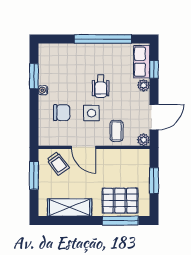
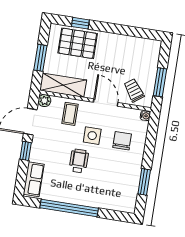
window: (154, 69) -> (26, 151), moved
plant: (144, 85) -> (36, 155), removed
water cooler: (43, 90) -> (145, 116), moved
chair: (62, 113) -> (122, 141), turned 89
shelving: (70, 207) -> (63, 85), moved
window: (120, 221) -> (80, 23), width x0.46

